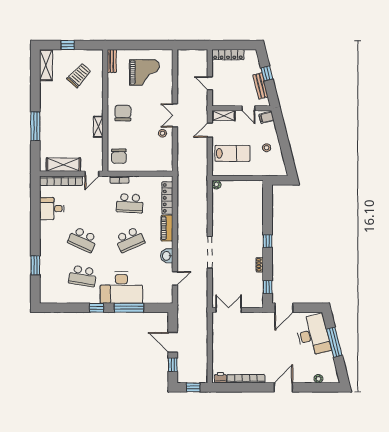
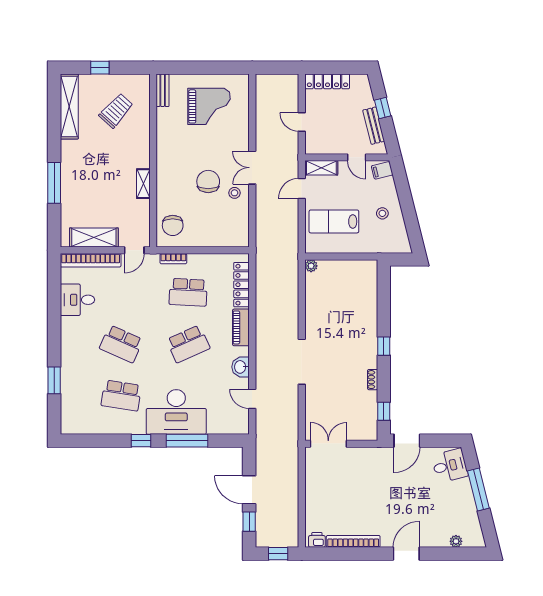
shelving: (46, 65) -> (69, 107), width x1.47
chair: (123, 113) -> (208, 181), moved
lab bench: (232, 153) -> (334, 221), turned 180
door: (175, 278) -> (252, 399), swing flipped
desk: (313, 335) -> (450, 466), width x0.53, depth x0.77

